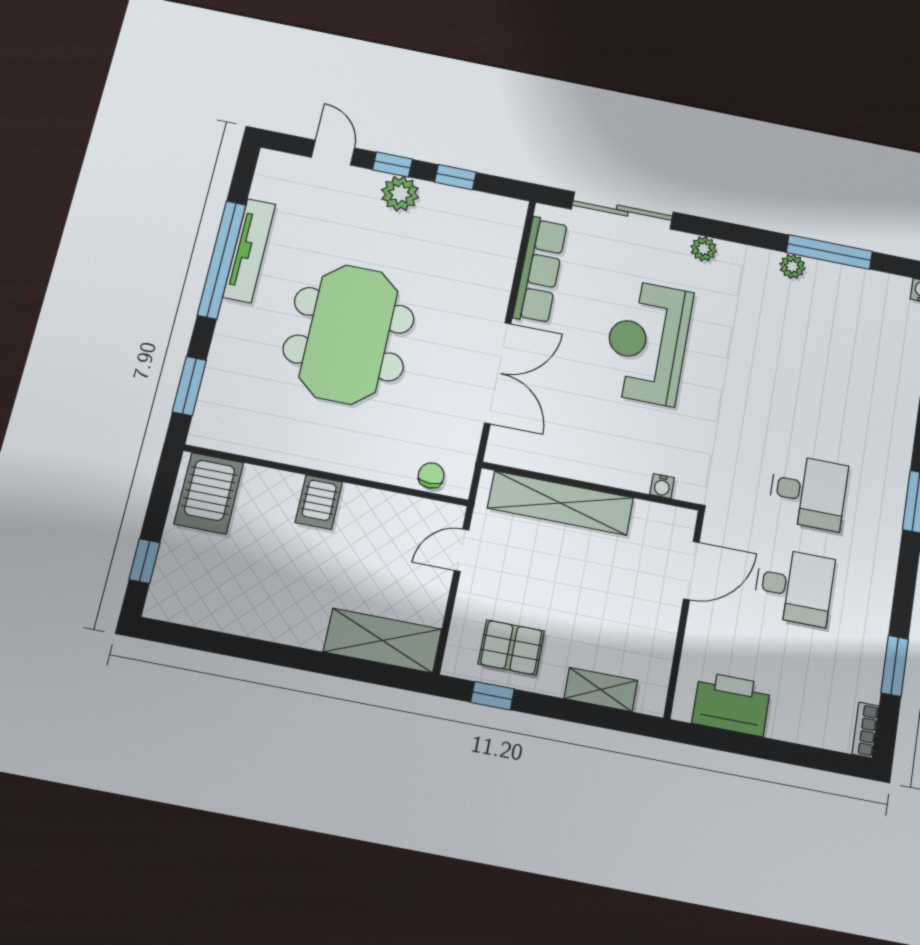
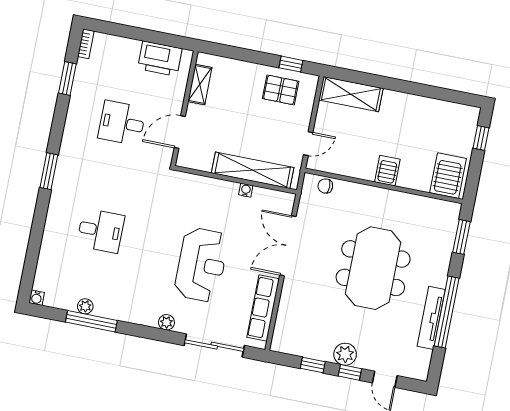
plant: (792, 266) -> (85, 306), moved
chair: (431, 475) -> (325, 186), turned 90
water cooler: (662, 486) -> (246, 190), moved
desk: (808, 492) -> (101, 231), moved, turned 180
shelving: (601, 689) -> (200, 85), moved, turned 90

